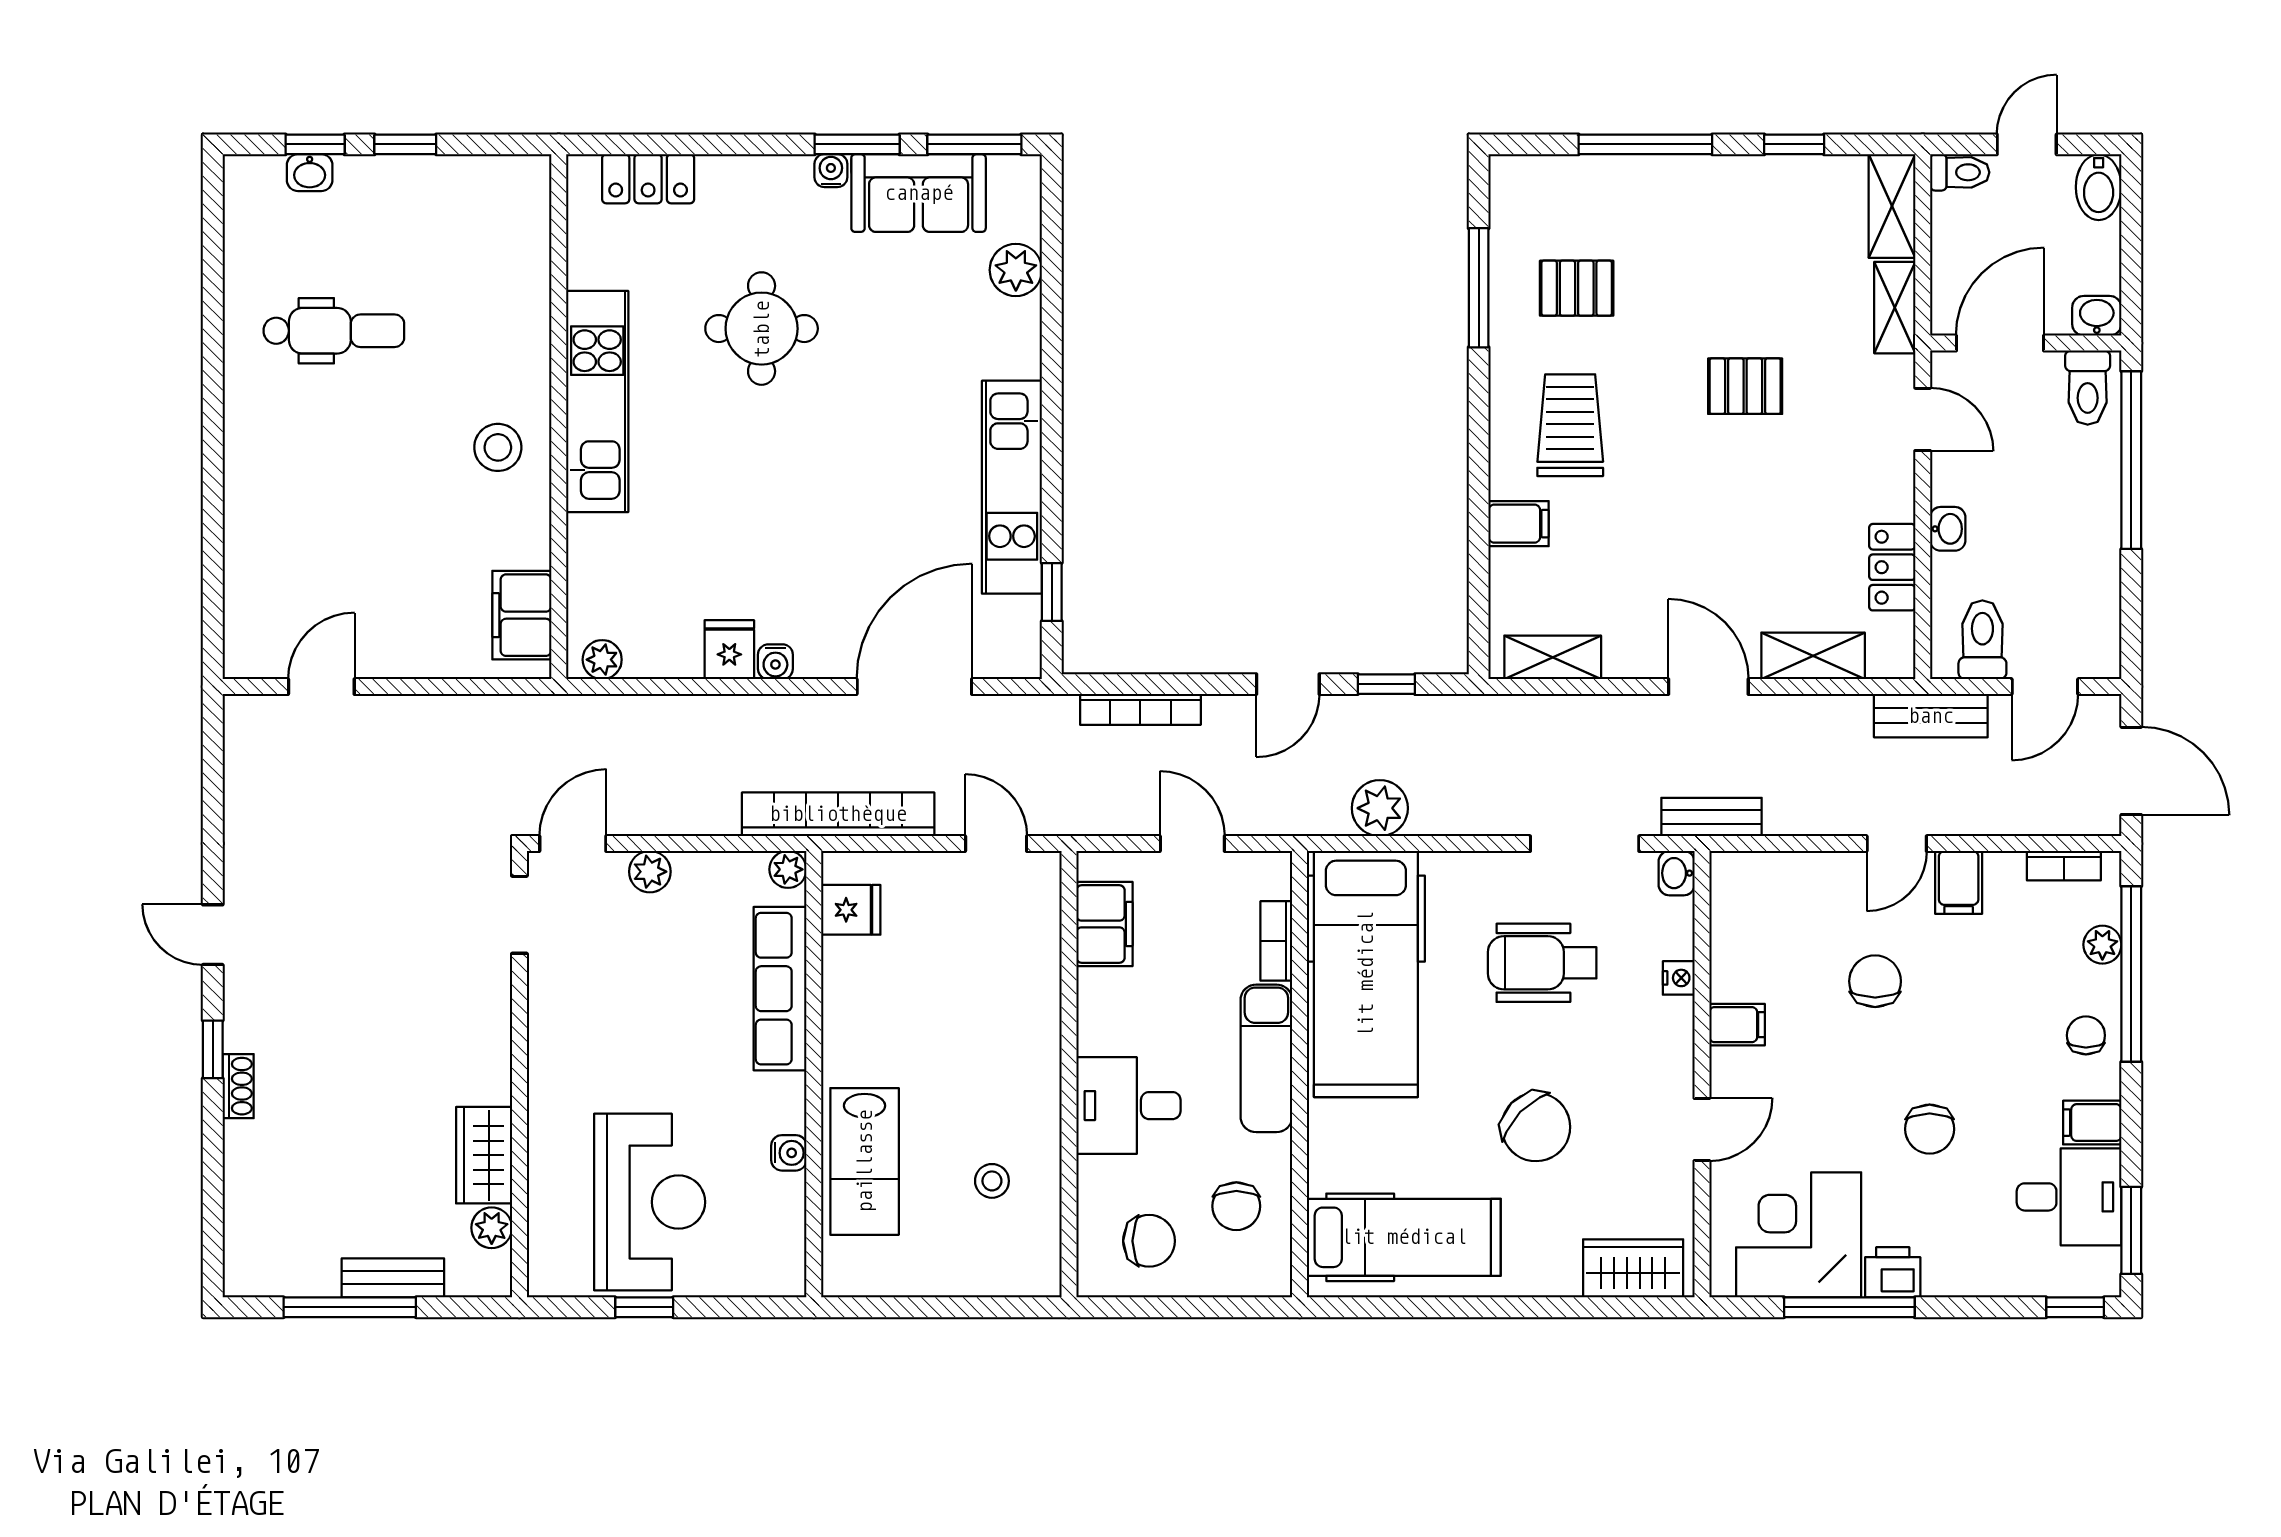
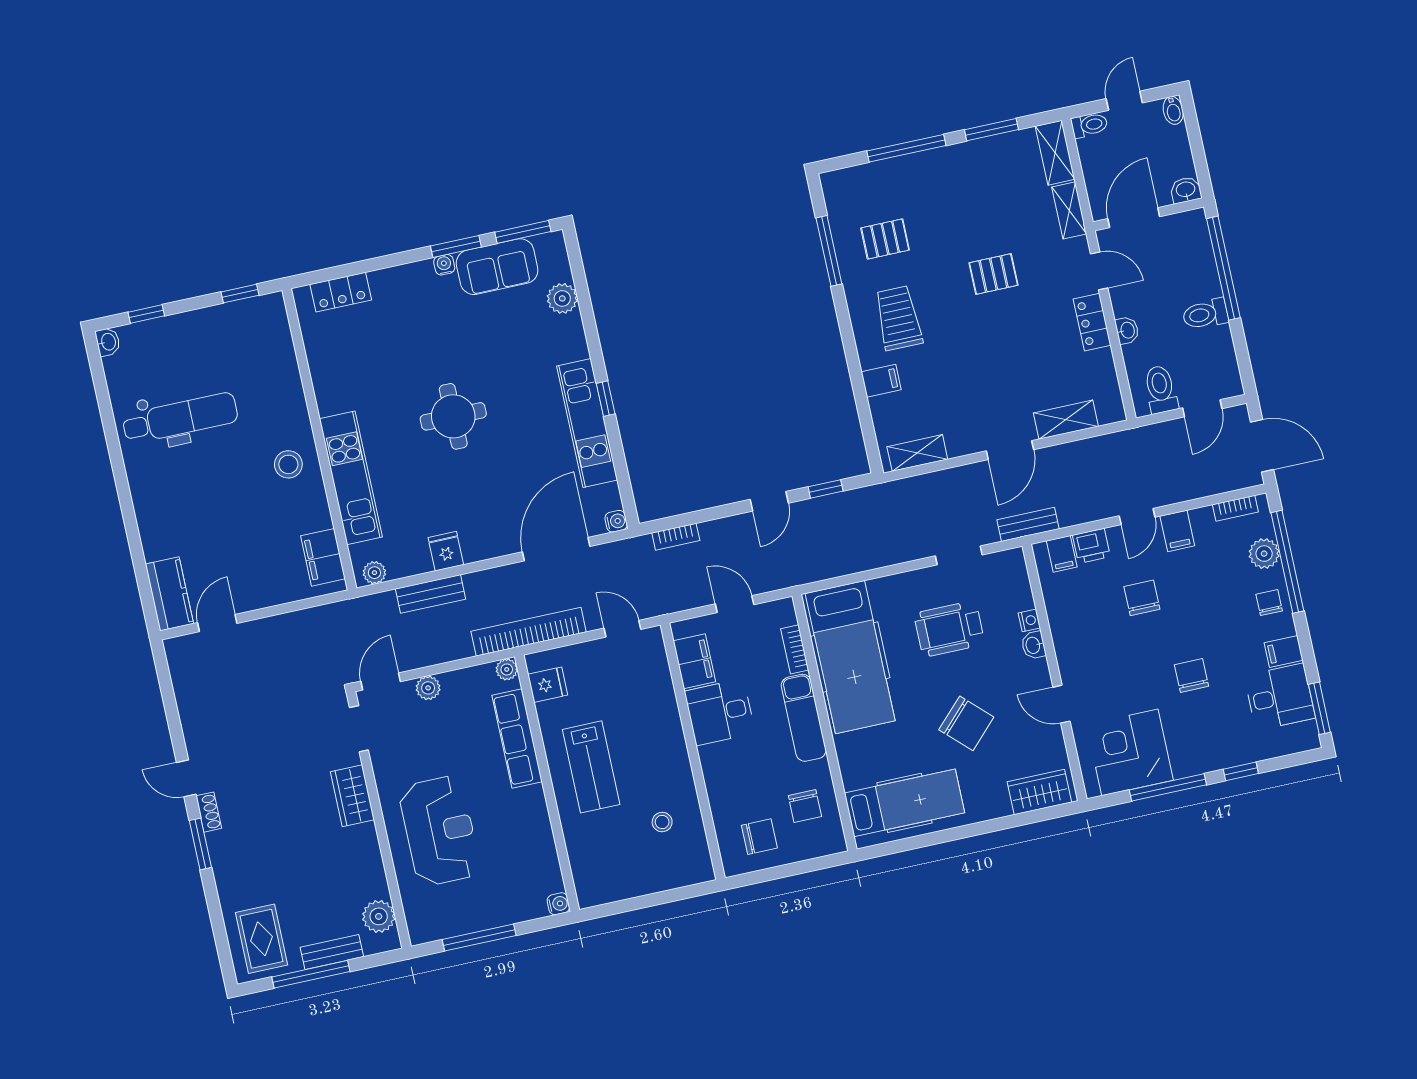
window: (405, 144) -> (240, 294), moved
window: (1794, 144) -> (991, 130), width x1.50
washbasin: (310, 173) -> (108, 342), moved, turned -90
bidet: (2099, 187) -> (1173, 110), width x0.72, depth x0.74
round table: (762, 329) -> (453, 416), moved
dental chair: (334, 331) -> (180, 418), width x1.36, depth x1.38
toilet: (2088, 388) -> (1205, 314), moved, turned 90
kitchen unit: (597, 402) -> (351, 478), moved
locker: (1892, 567) -> (1092, 322), moved
window: (1052, 592) -> (606, 399), moved
kitchen counter: (252, 620) -> (169, 594), added
water cooler: (775, 662) -> (616, 521), moved, turned -90
door: (1708, 687) -> (1010, 450), swing flipped
bookcase: (1140, 709) -> (676, 537), width x0.64
bench: (1931, 716) -> (430, 594), moved
plant: (1380, 808) -> (837, 561), removed
doorway: (1585, 844) -> (959, 555), width x0.73
washbasin: (1677, 873) -> (1033, 645), moved
plant: (2102, 945) -> (1264, 554), width x1.38, depth x1.38
filing cabinet: (1737, 1025) -> (1062, 554), moved, turned 90
window: (213, 1049) -> (200, 844), width x1.50
shoe rack: (238, 1086) -> (209, 812), moved
desk: (1128, 1106) -> (720, 712), moved
chair: (1930, 1129) -> (1191, 676), turned 180
door: (1702, 1130) -> (1061, 704), swing flipped
water cooler: (789, 1153) -> (558, 904), moved
wardrobe: (484, 1155) -> (352, 796), moved
lab bench: (865, 1161) -> (591, 767), moved
reception desk: (650, 1202) -> (440, 831), moved
plant: (492, 1228) -> (379, 916), width x1.38, depth x1.38
rug: (280, 1230) -> (261, 939), added
printer: (1893, 1272) -> (1091, 546), moved, turned 180
window: (644, 1307) -> (479, 937), width x2.17
window: (2075, 1307) -> (1241, 771), moved

